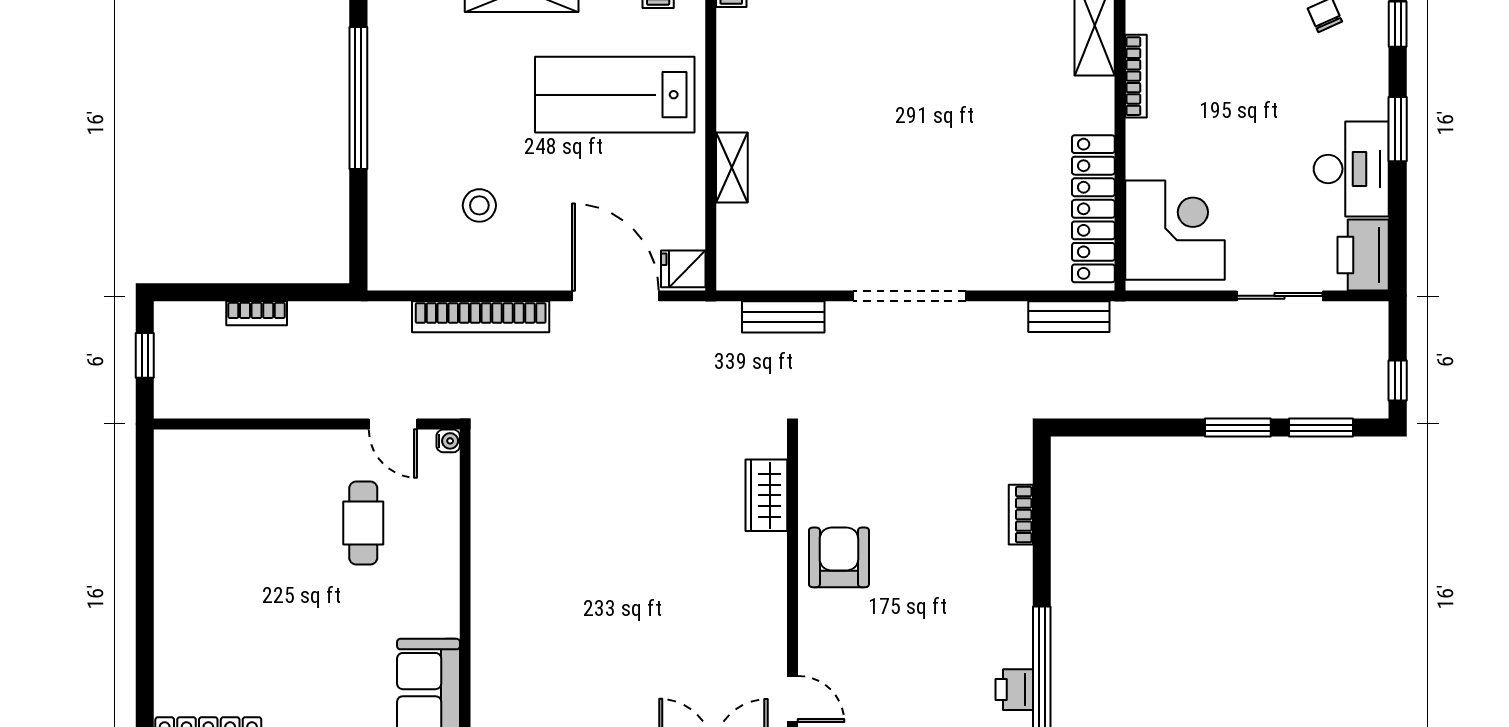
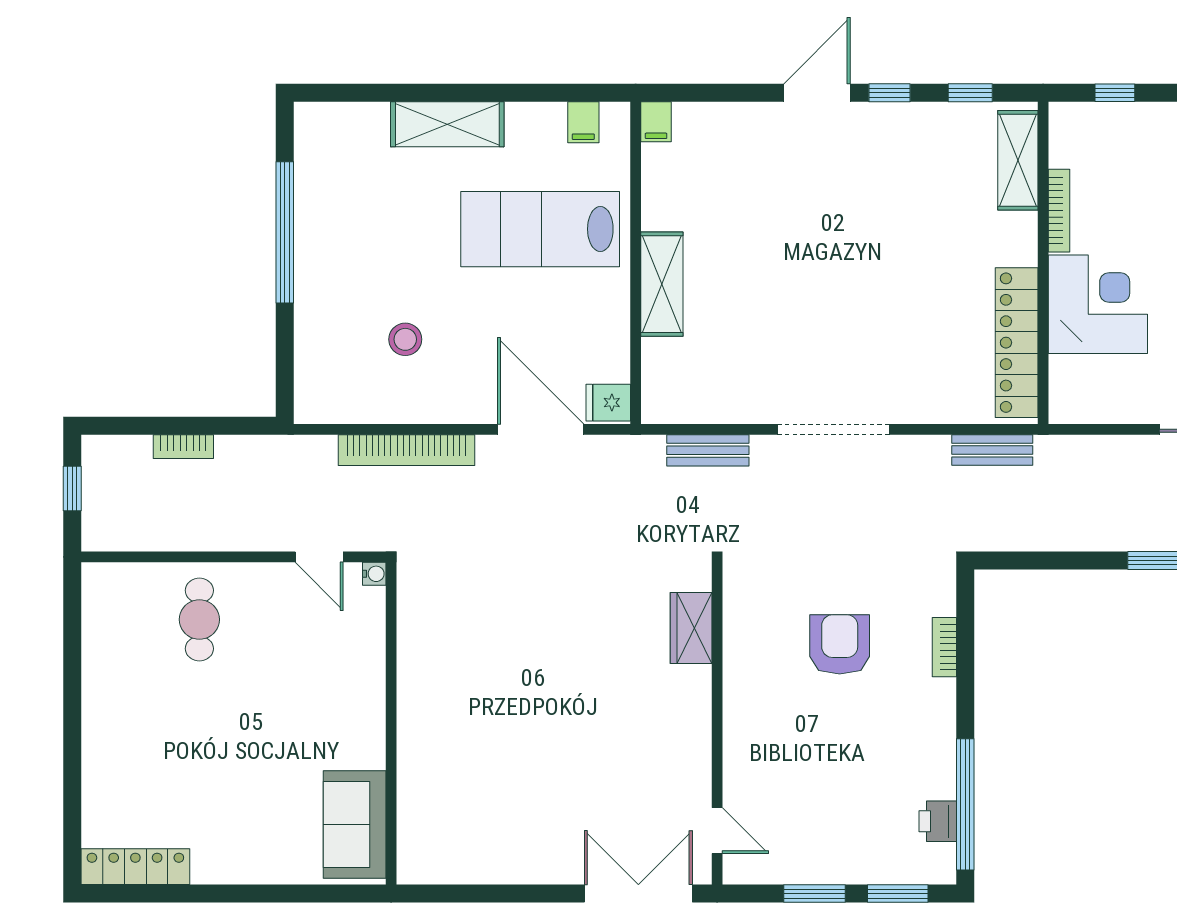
shelving: (732, 168) -> (662, 284), width x1.50, depth x1.33
corner desk: (1175, 230) -> (1098, 304), moved
cafe table: (363, 523) -> (199, 620), moved
armchair: (839, 557) -> (840, 644), moved

